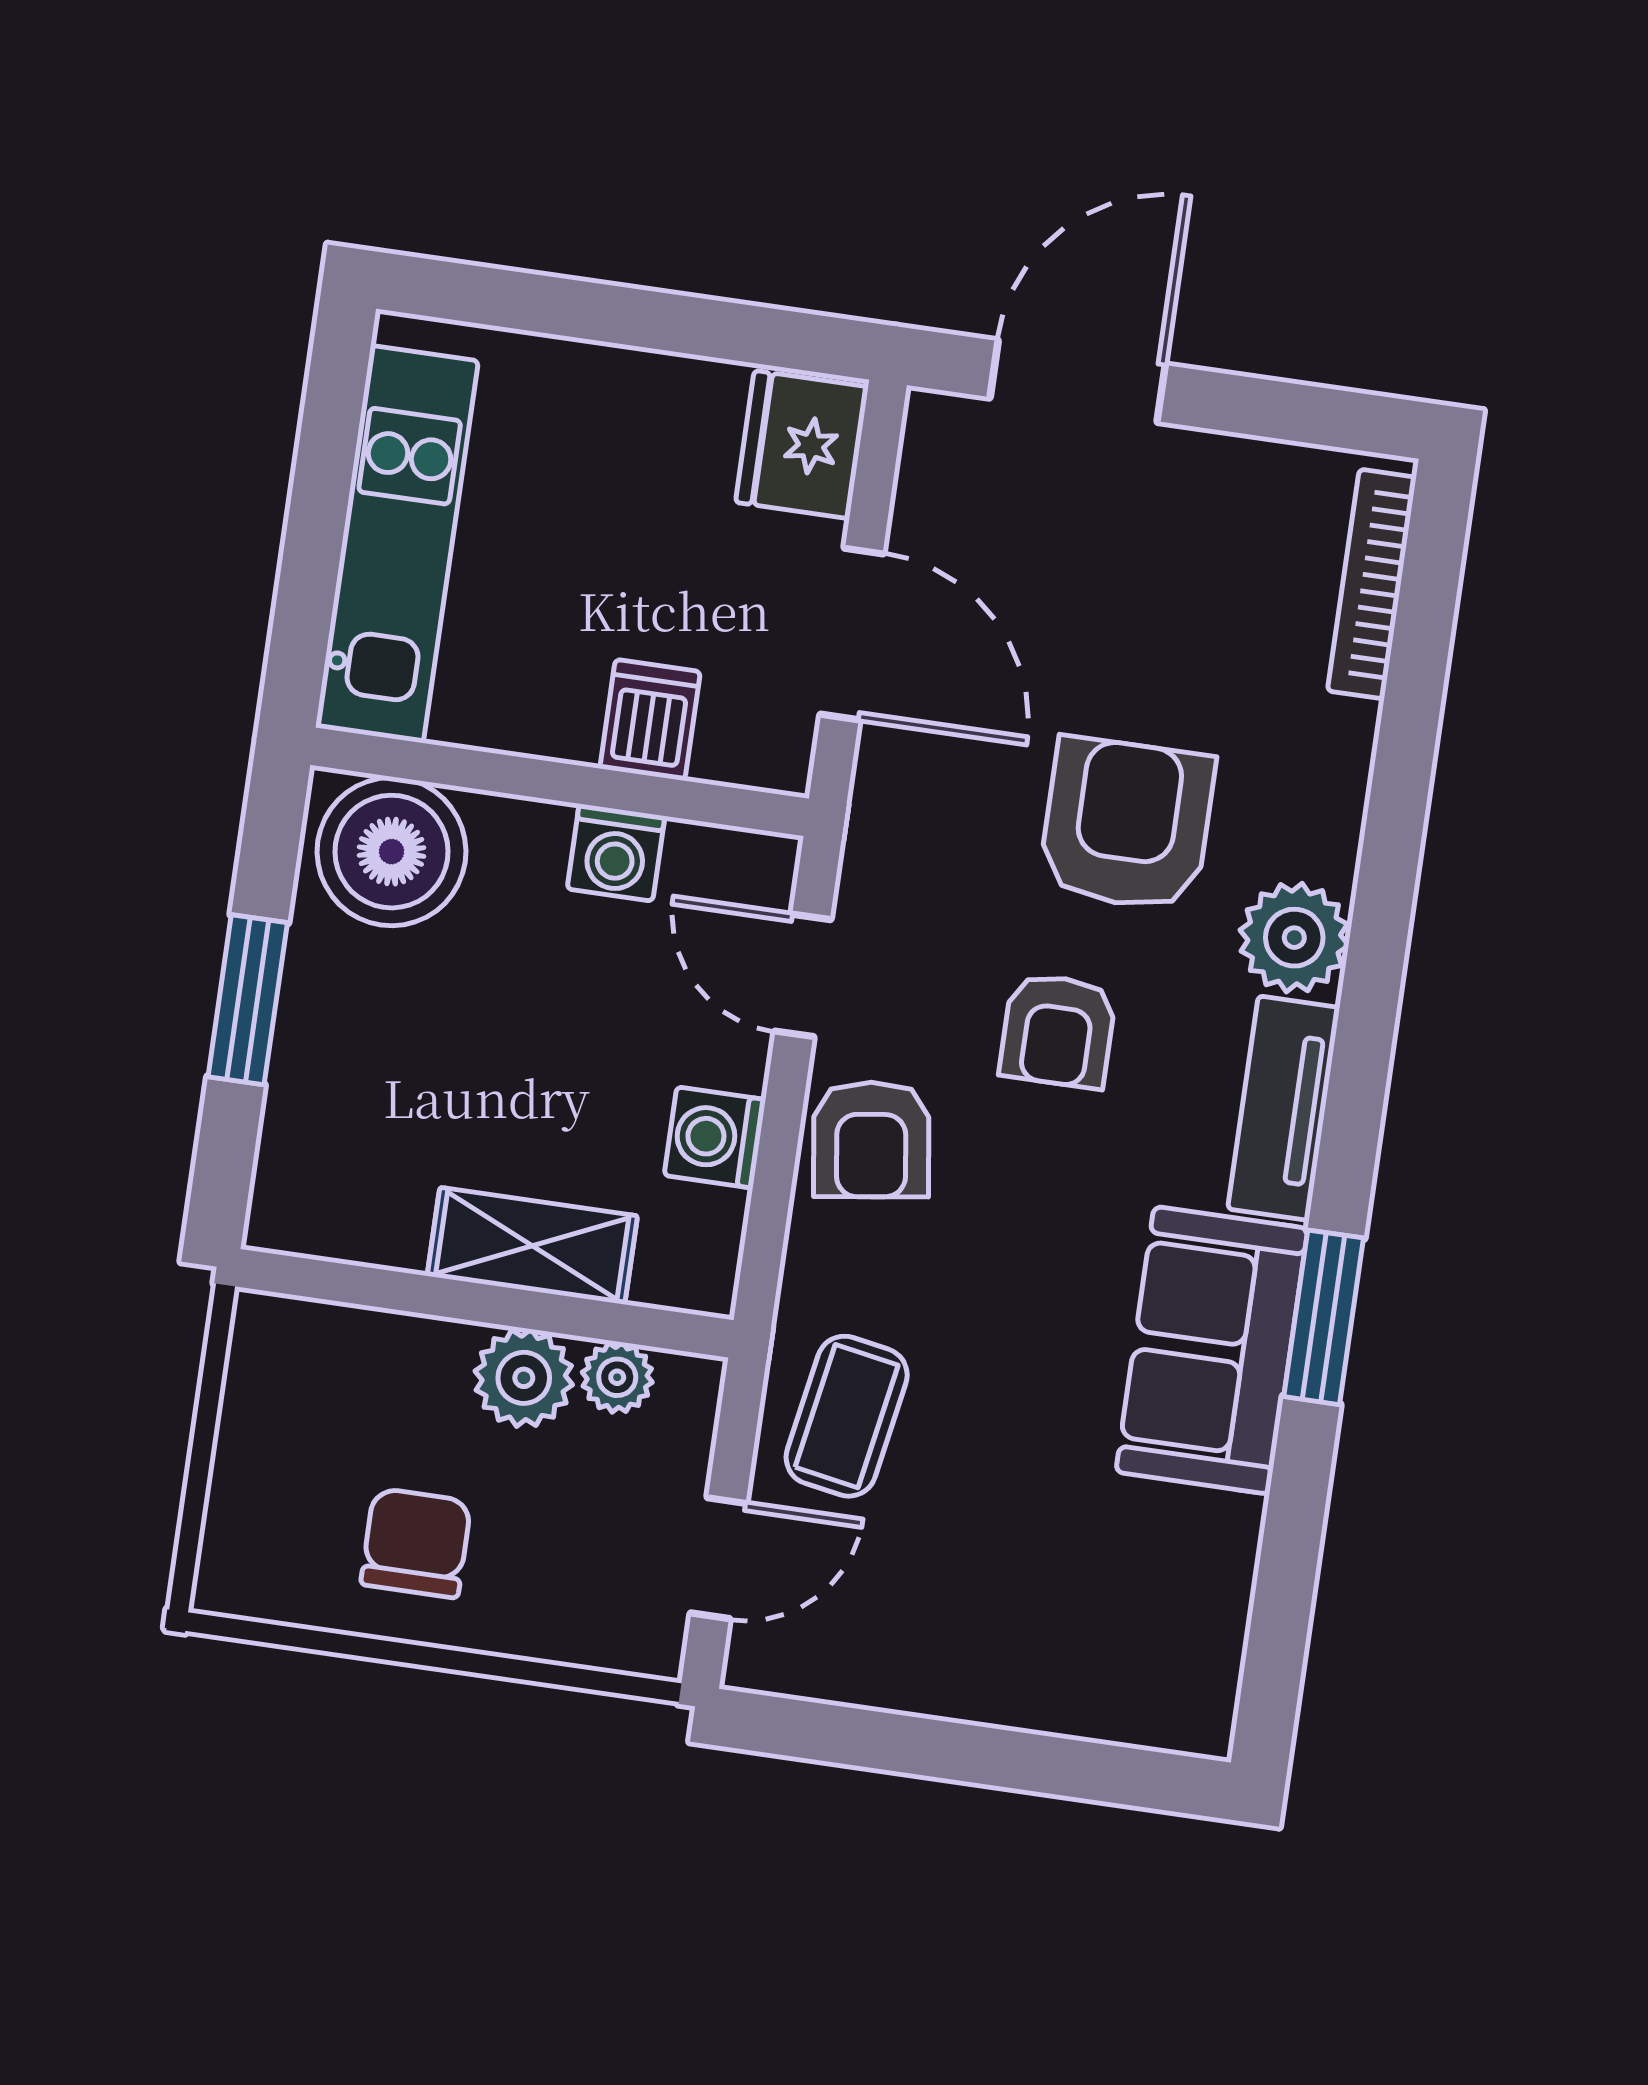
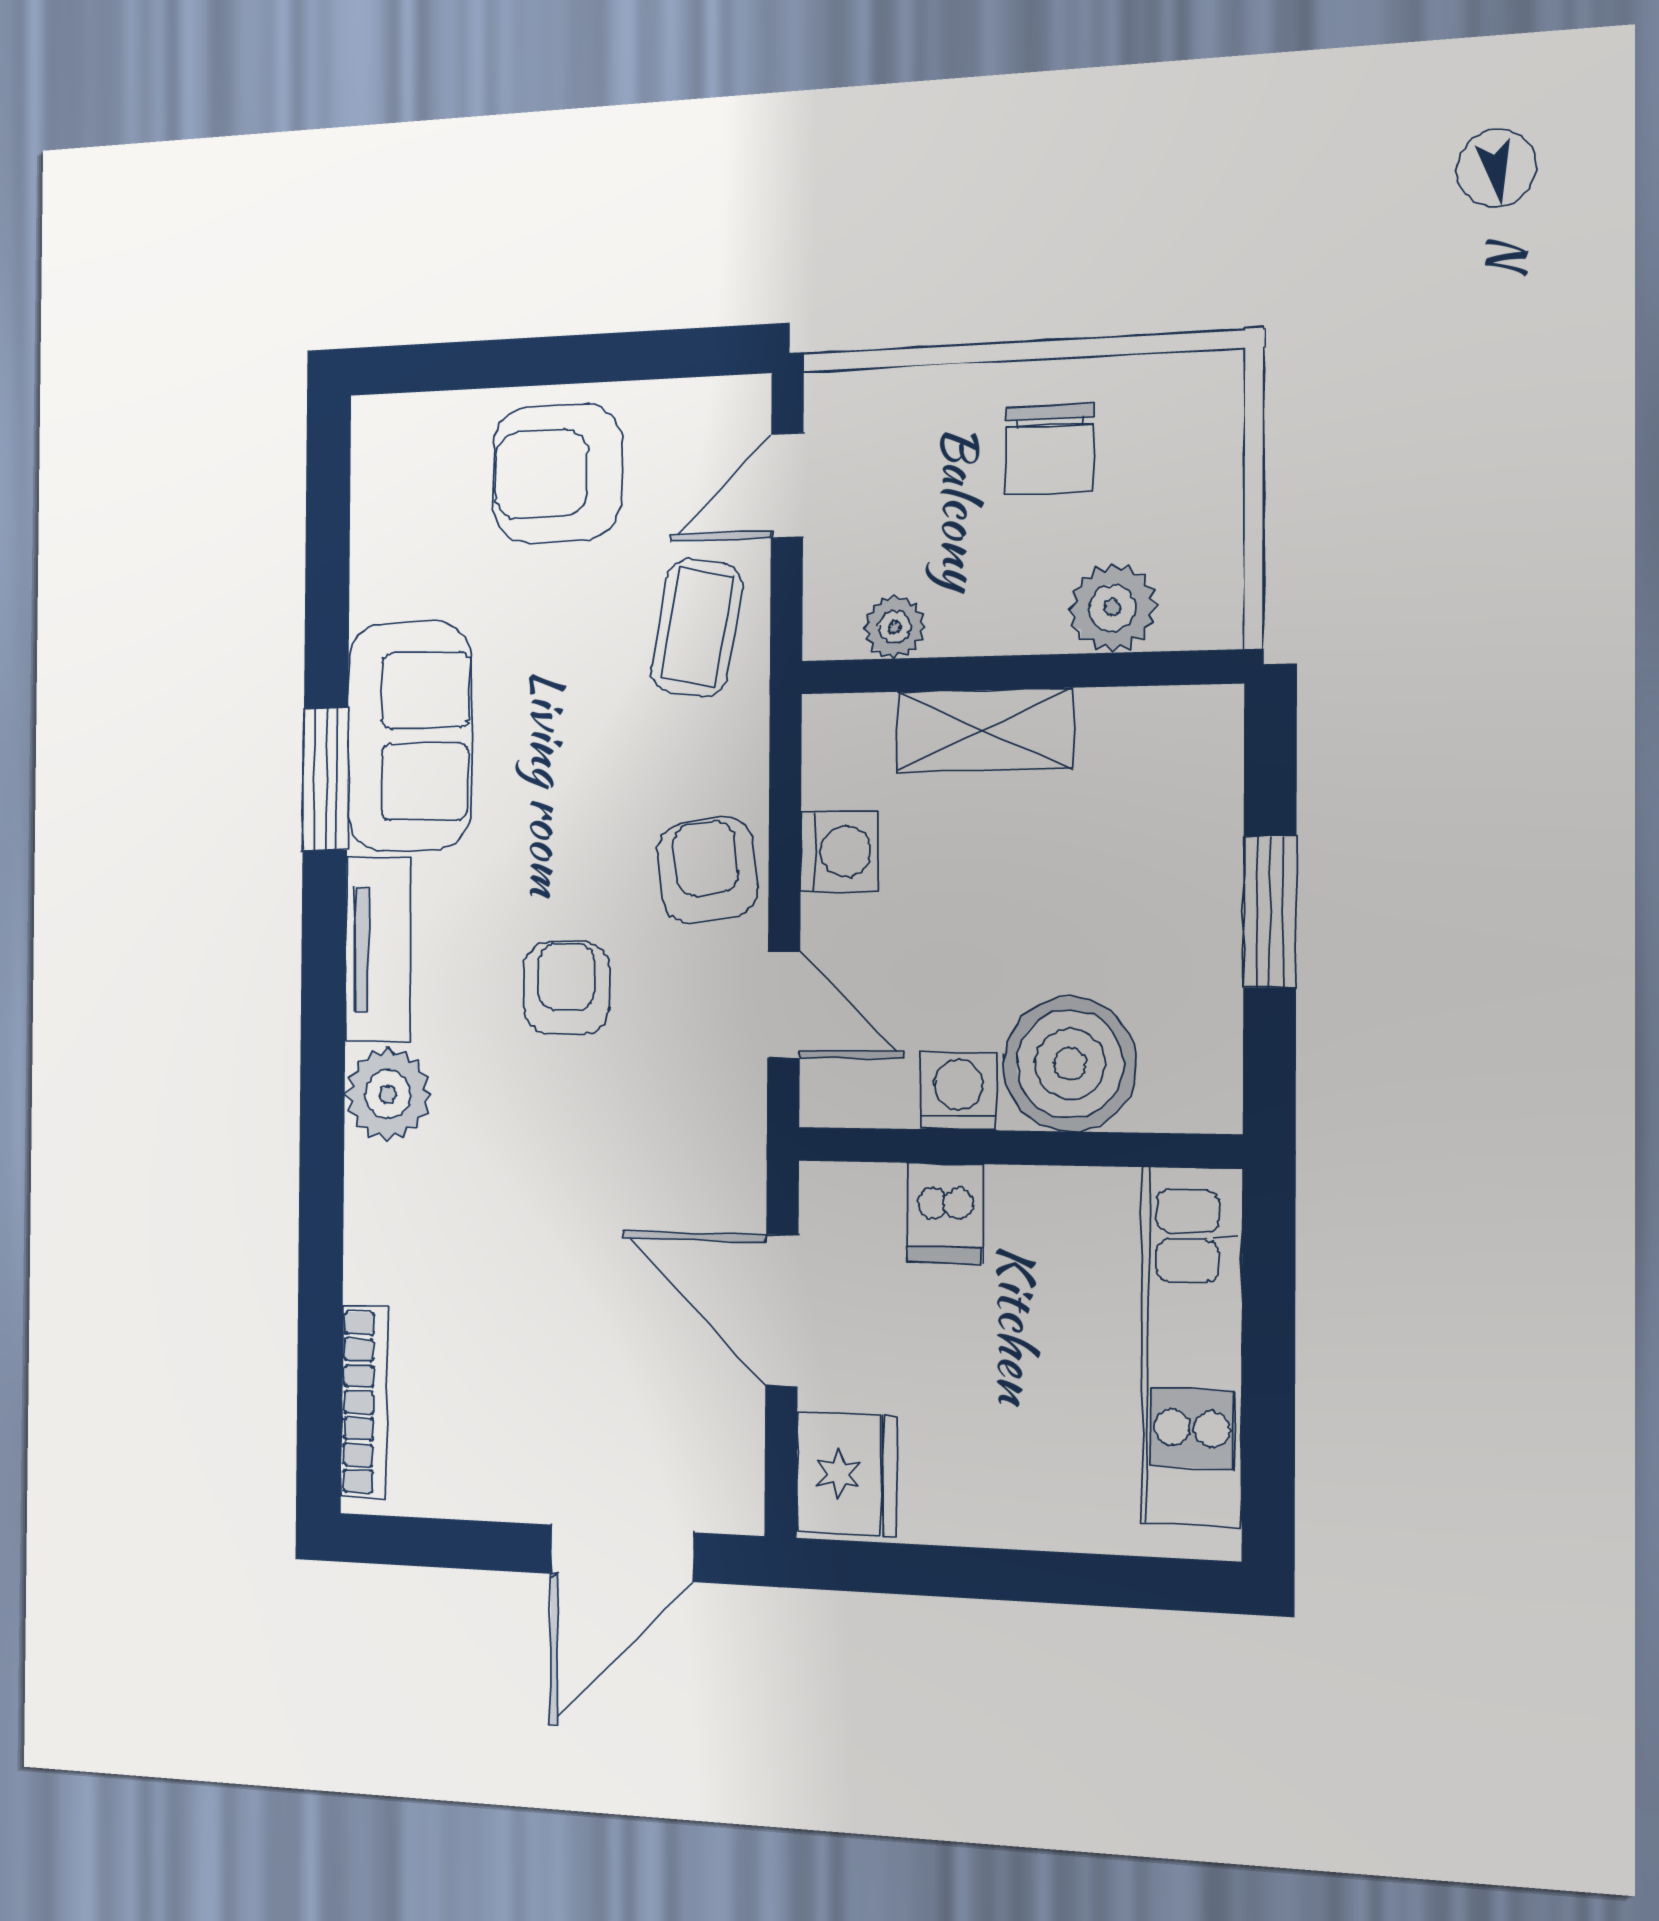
armchair: (1127, 824) -> (557, 473), moved, turned 90
boiler: (392, 852) -> (1070, 1064), moved
plant: (524, 1378) -> (1112, 608), moved

